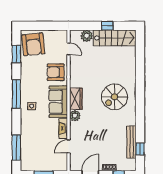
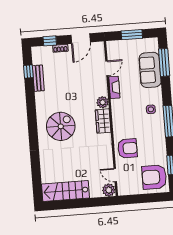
window: (107, 26) -> (75, 204), removed
plant: (87, 36) -> (109, 190), moved
armchair: (33, 44) -> (154, 177), turned -84
sofa: (58, 102) -> (150, 70), moved, turned 180
bench: (131, 142) -> (38, 78), width x0.73

